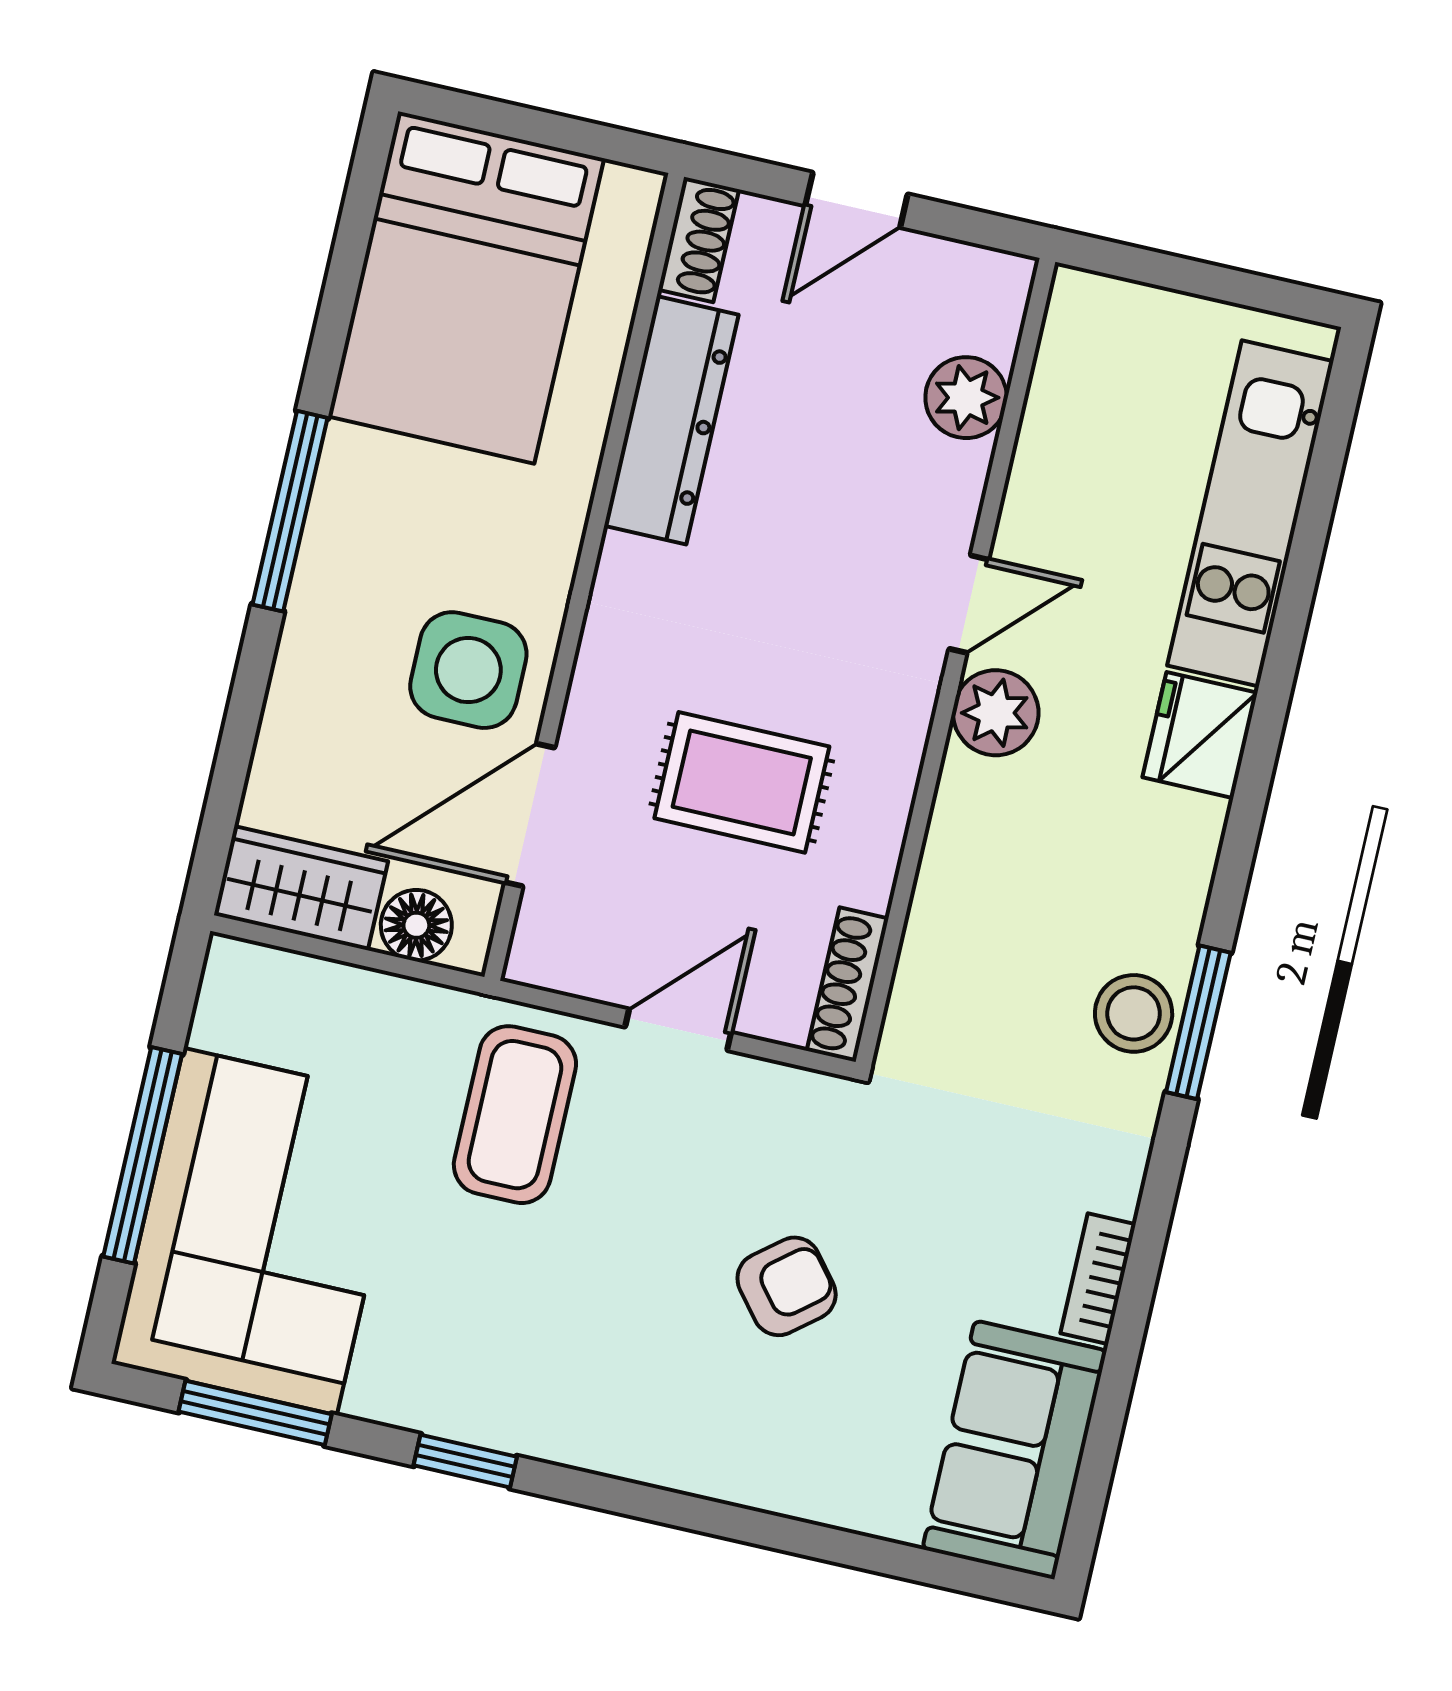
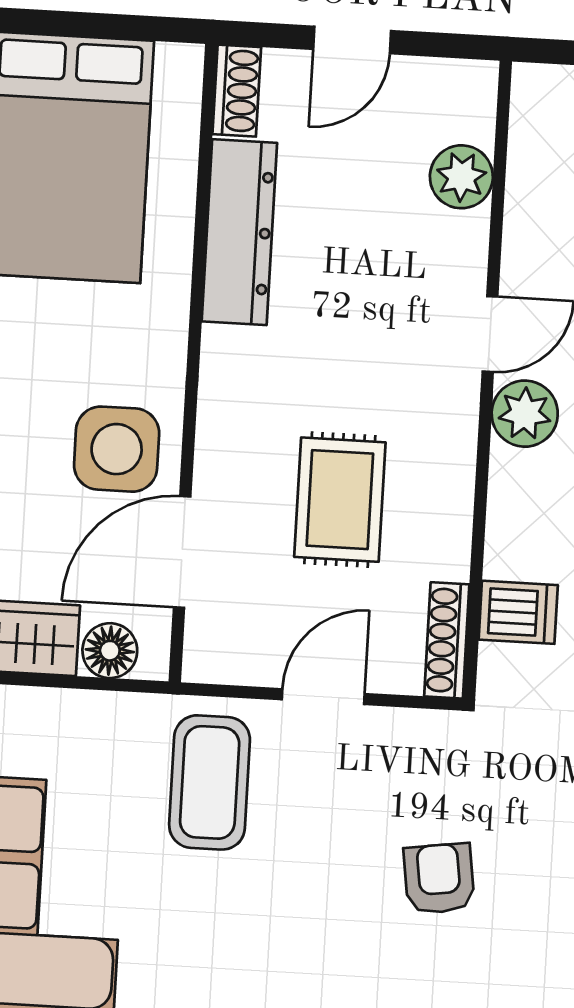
rug: (742, 782) -> (340, 500), turned 90
dishwasher: (945, 964) -> (518, 612), added
armchair: (787, 1286) -> (439, 879), turned -59

